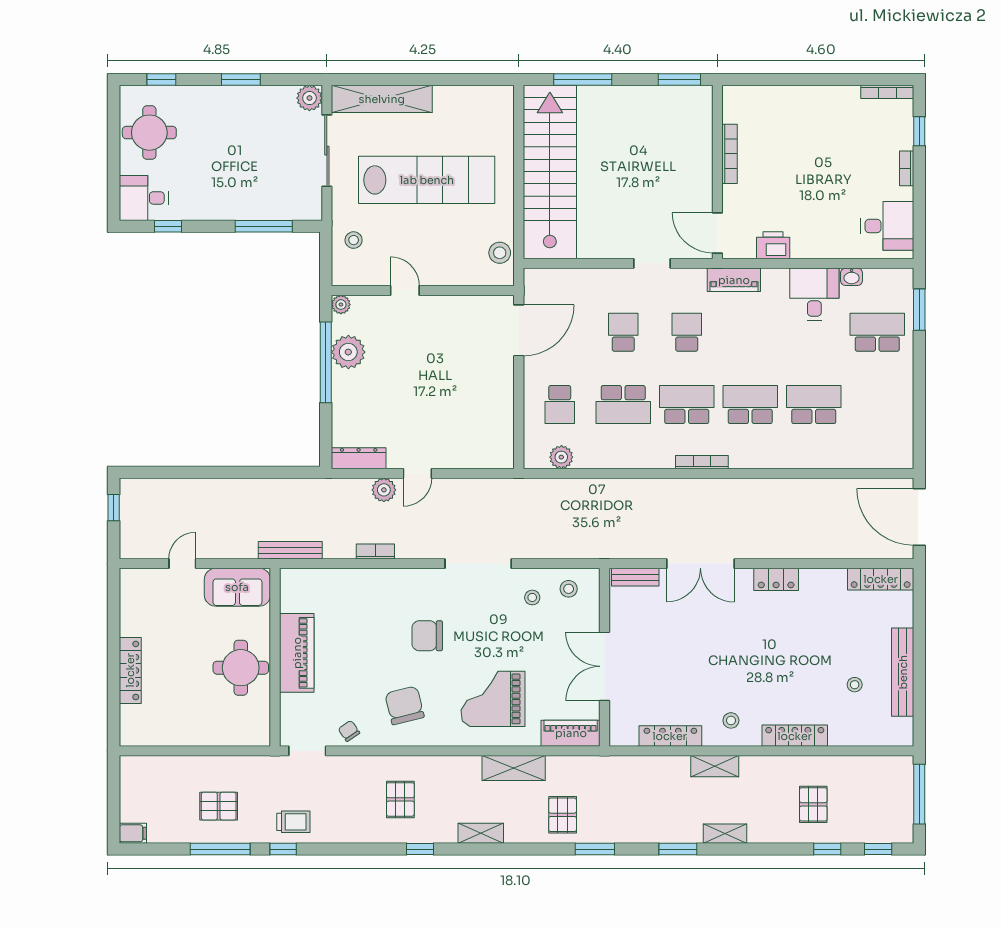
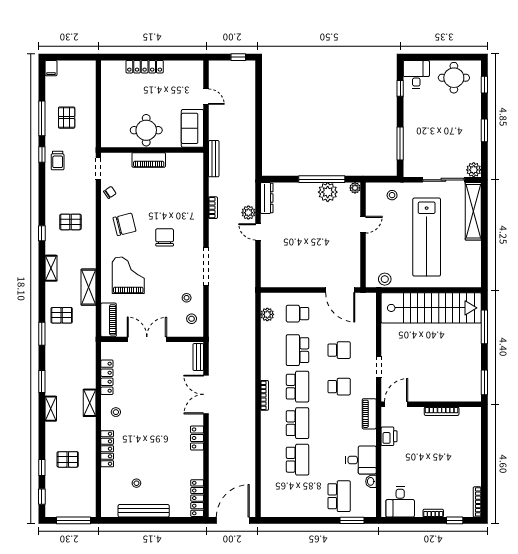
piano: (297, 653) -> (149, 160), width x0.73, depth x0.75

